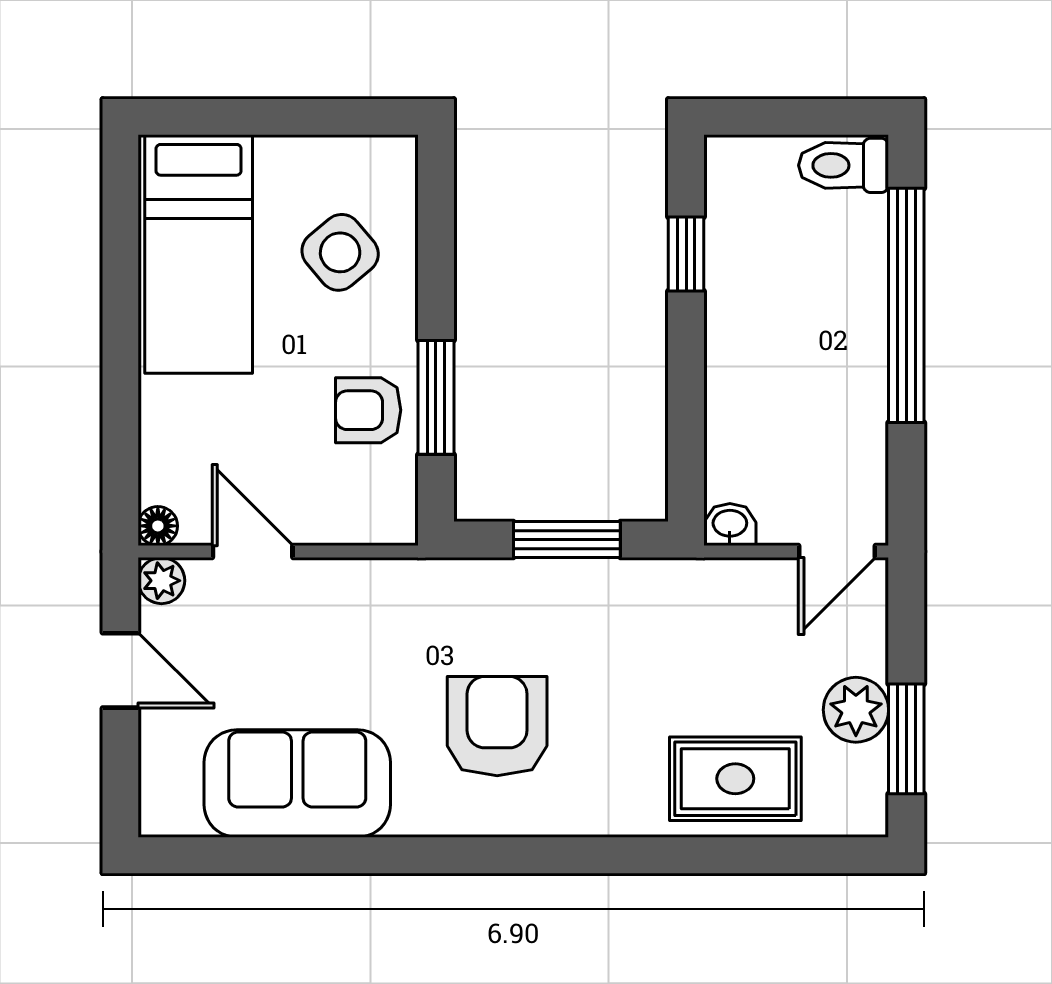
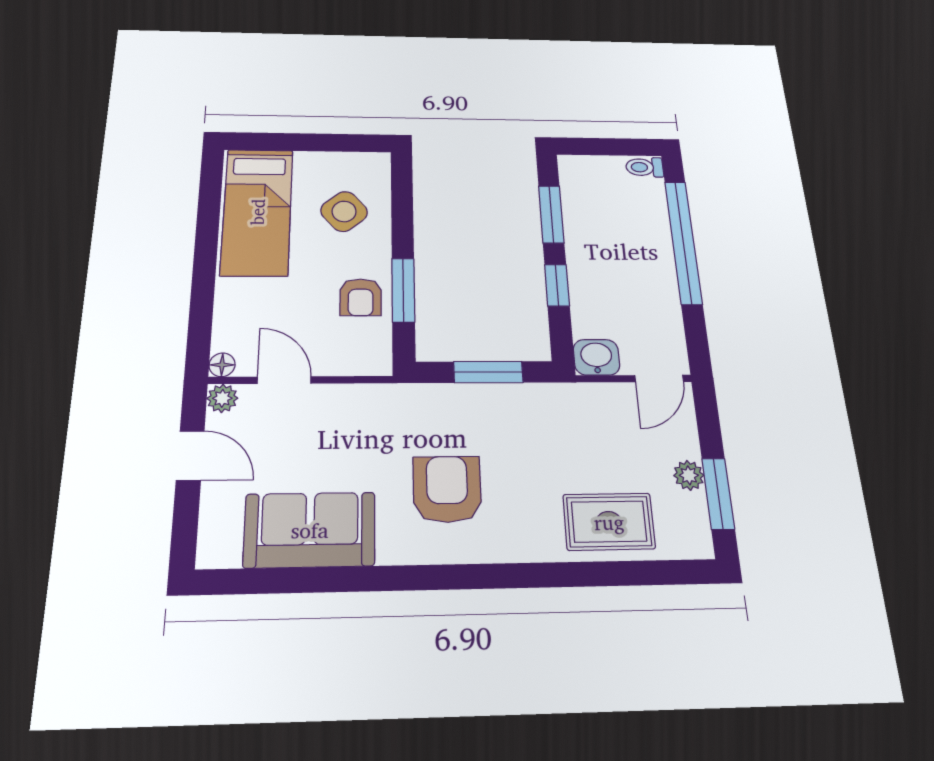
toilet: (844, 165) -> (645, 167), width x0.73, depth x0.72
window: (686, 254) -> (551, 214), width x1.50
window: (686, 388) -> (557, 285), added
armchair: (368, 410) -> (361, 297), turned -90
washbasin: (730, 524) -> (596, 357), width x1.38, depth x1.45
plant: (856, 710) -> (689, 475), width x0.73, depth x0.73

